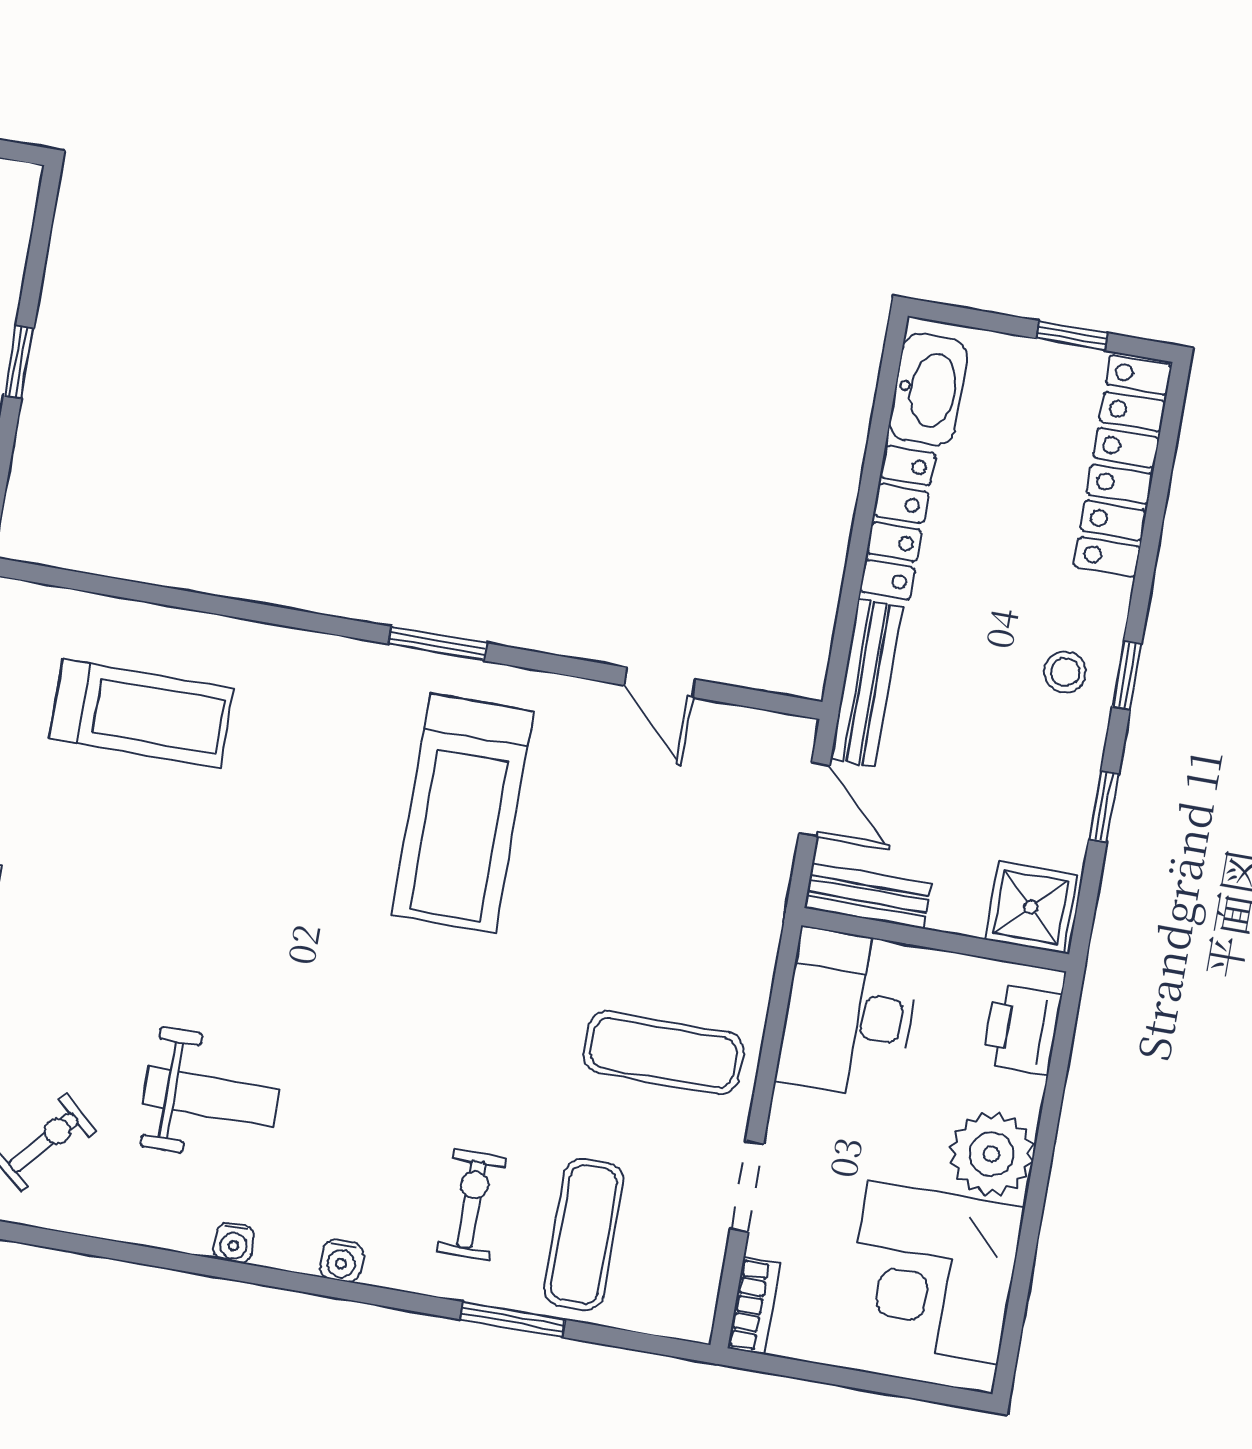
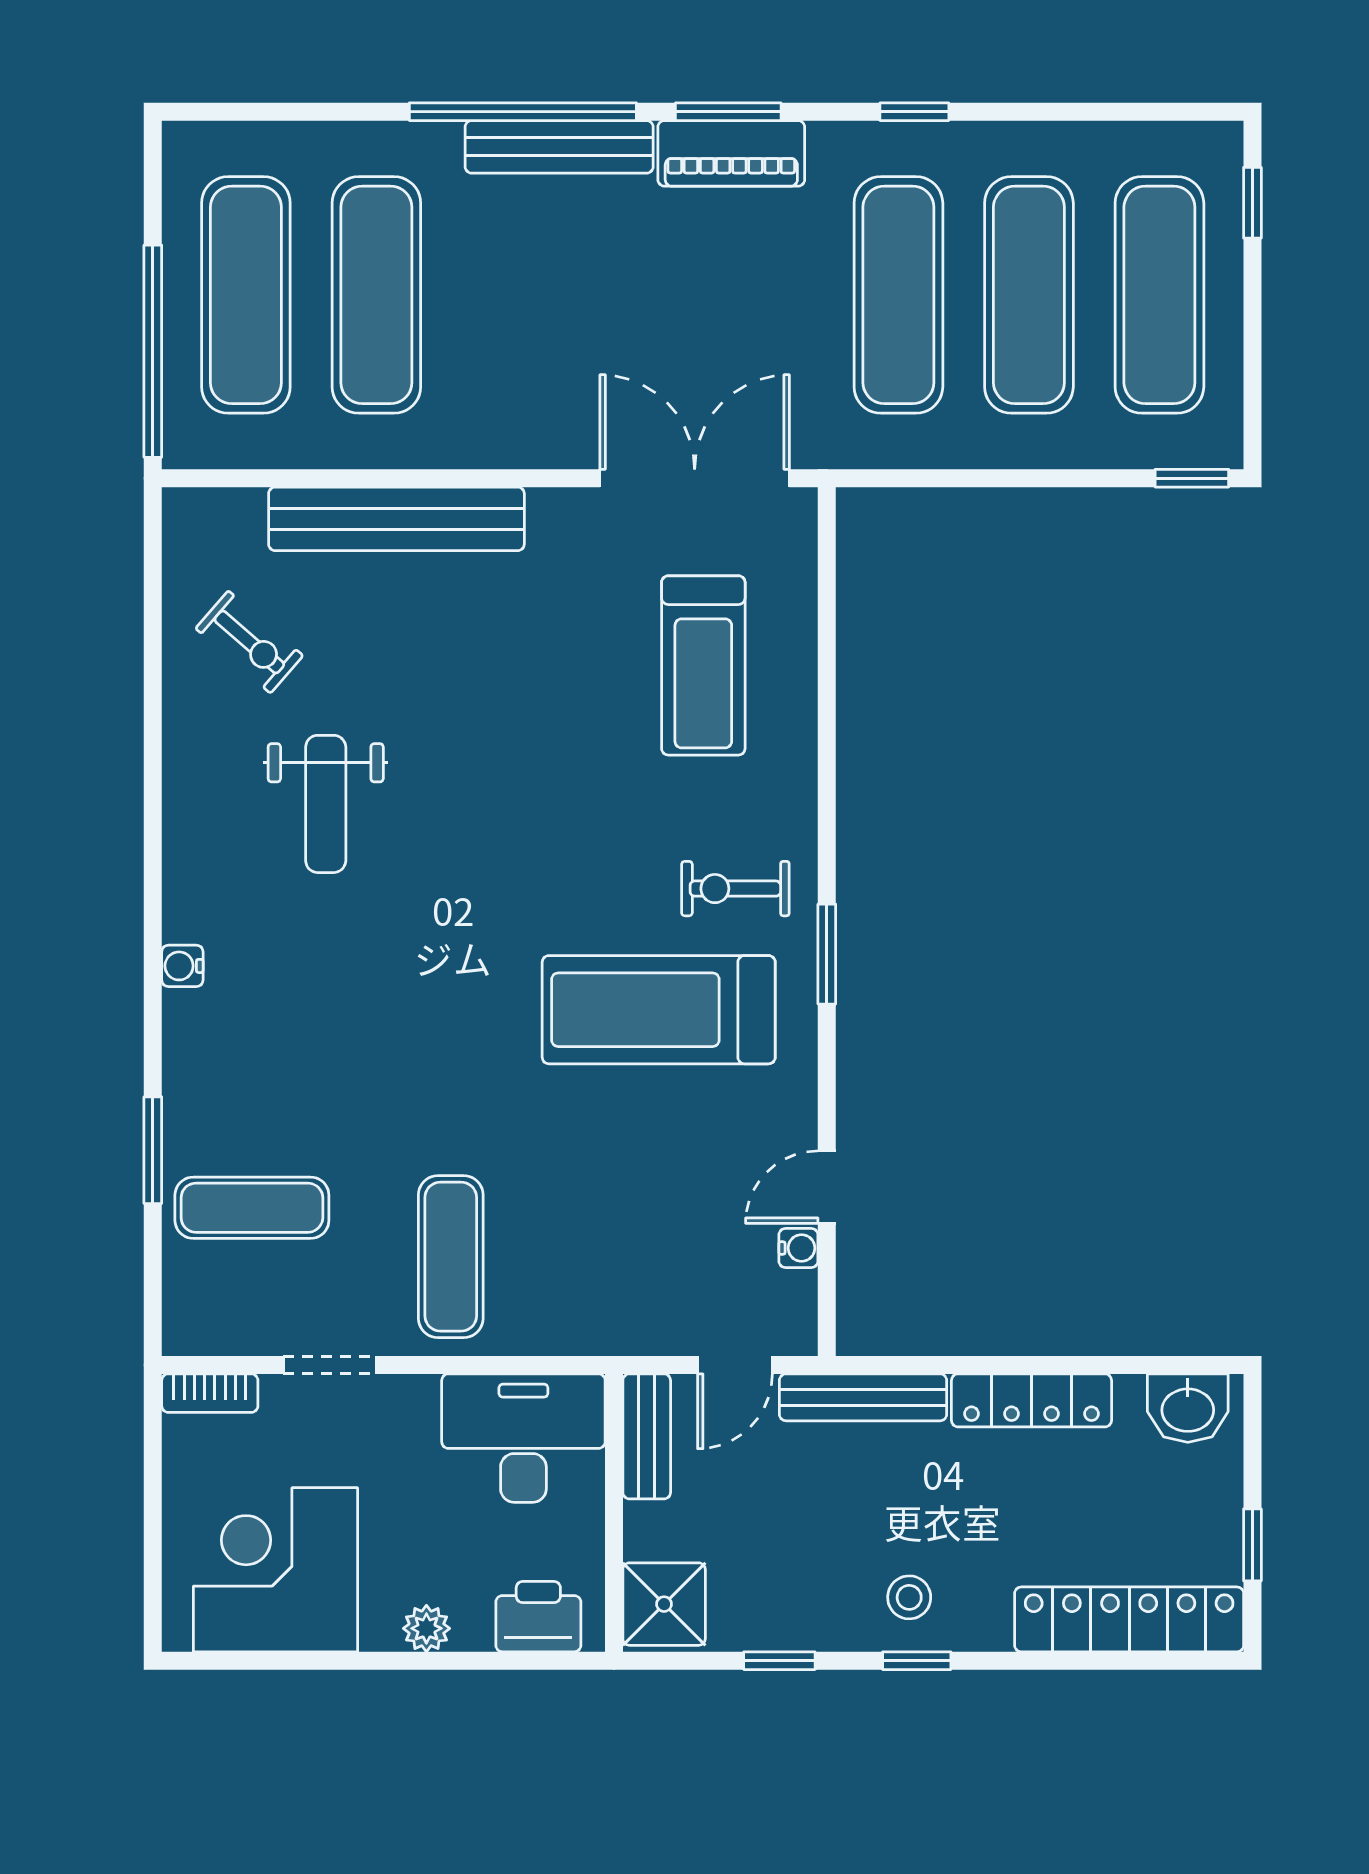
window: (19, 362) -> (1192, 478), moved
washbasin: (928, 390) -> (1188, 1408), width x0.72
plant: (992, 1154) -> (426, 1628), width x0.53, depth x0.53
exercise bike: (471, 1204) -> (735, 889), moved, turned 180
water cooler: (234, 1243) -> (798, 1248), moved, turned 180

